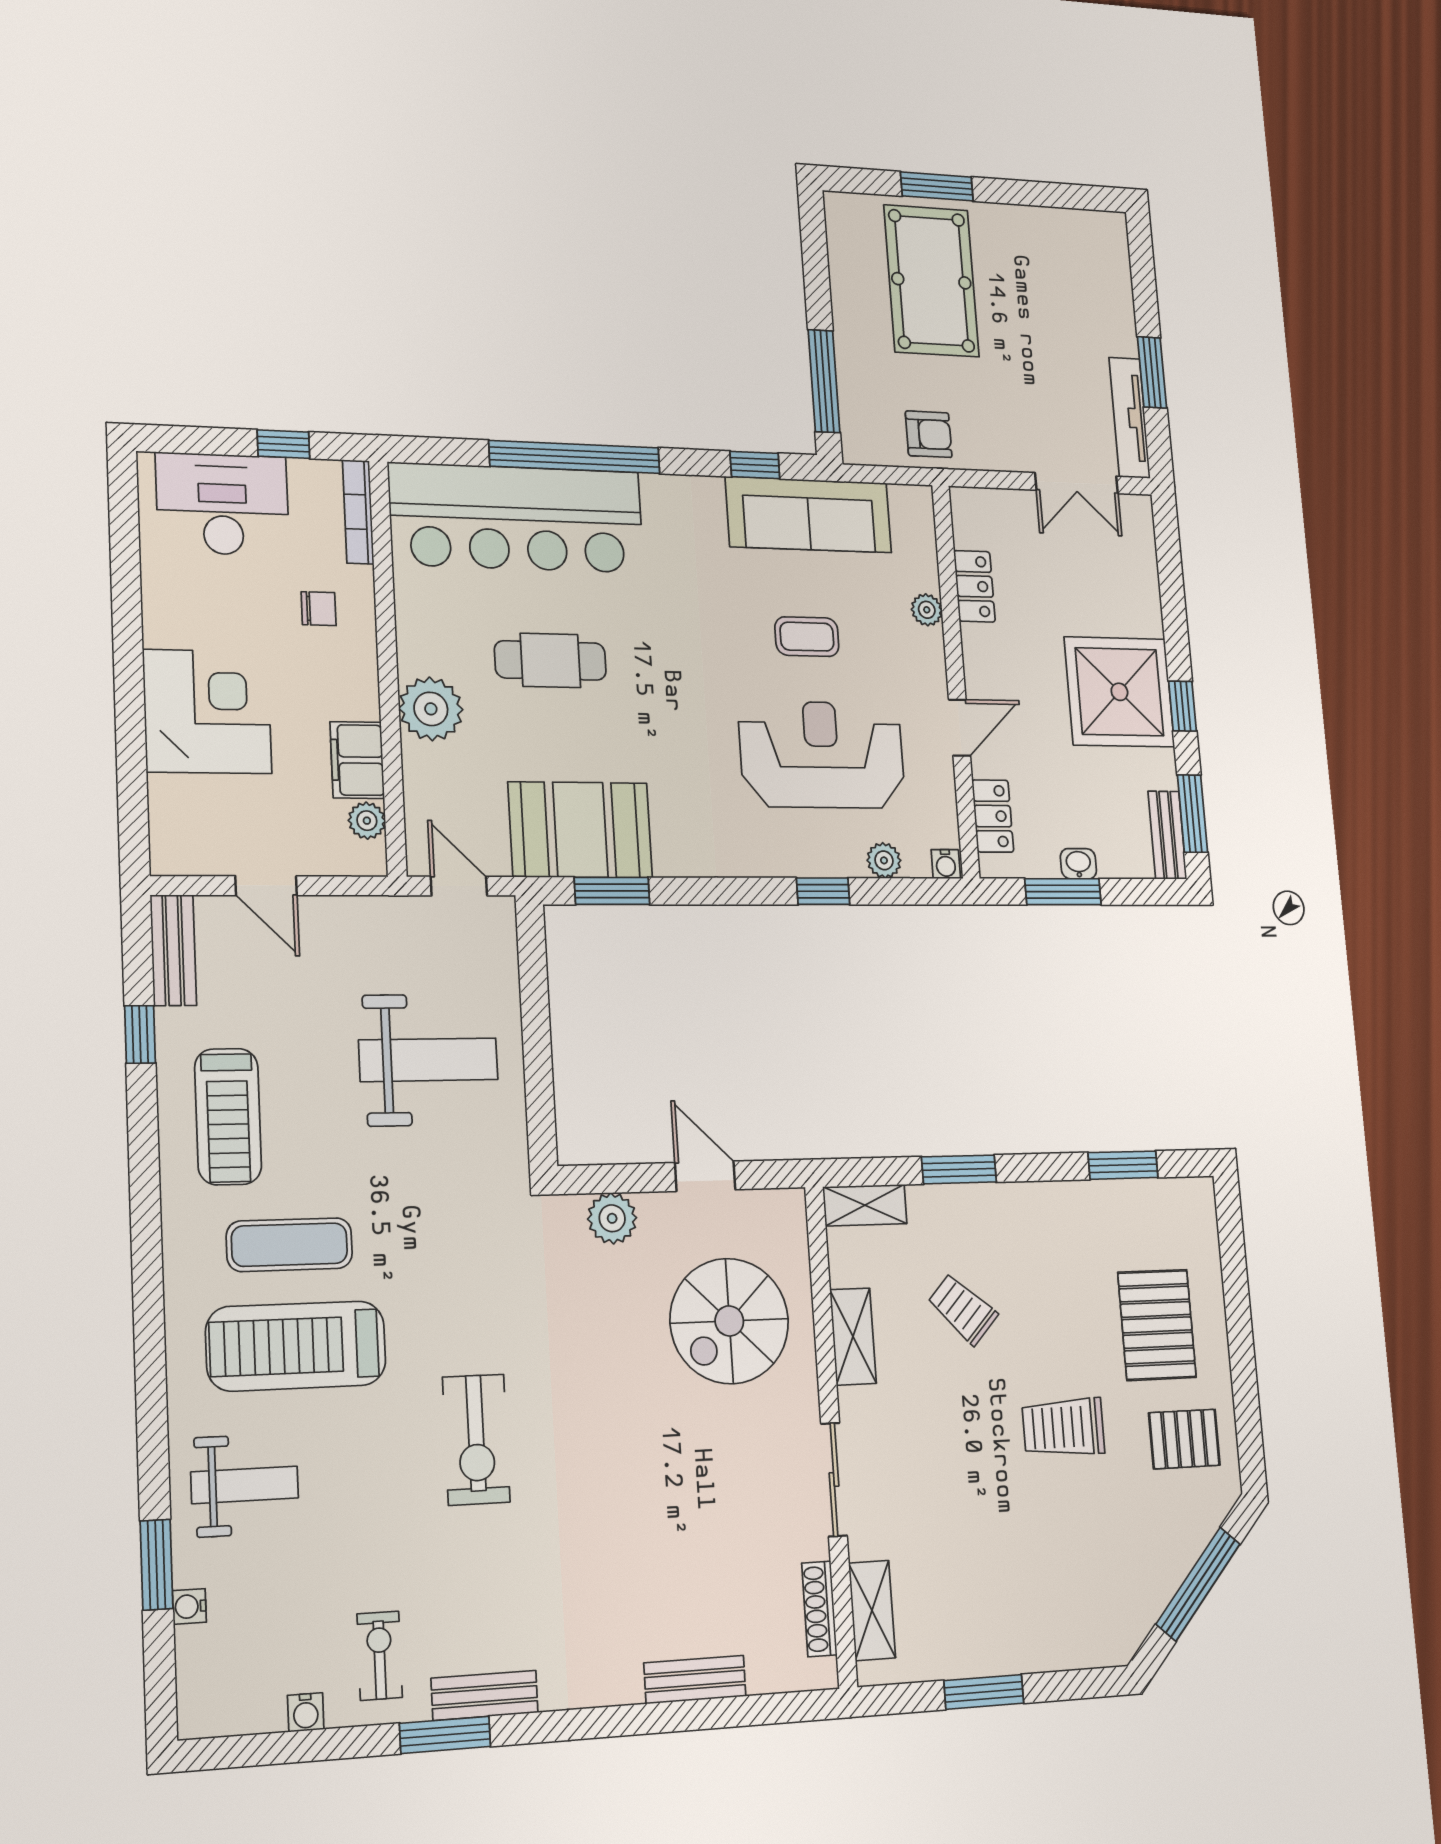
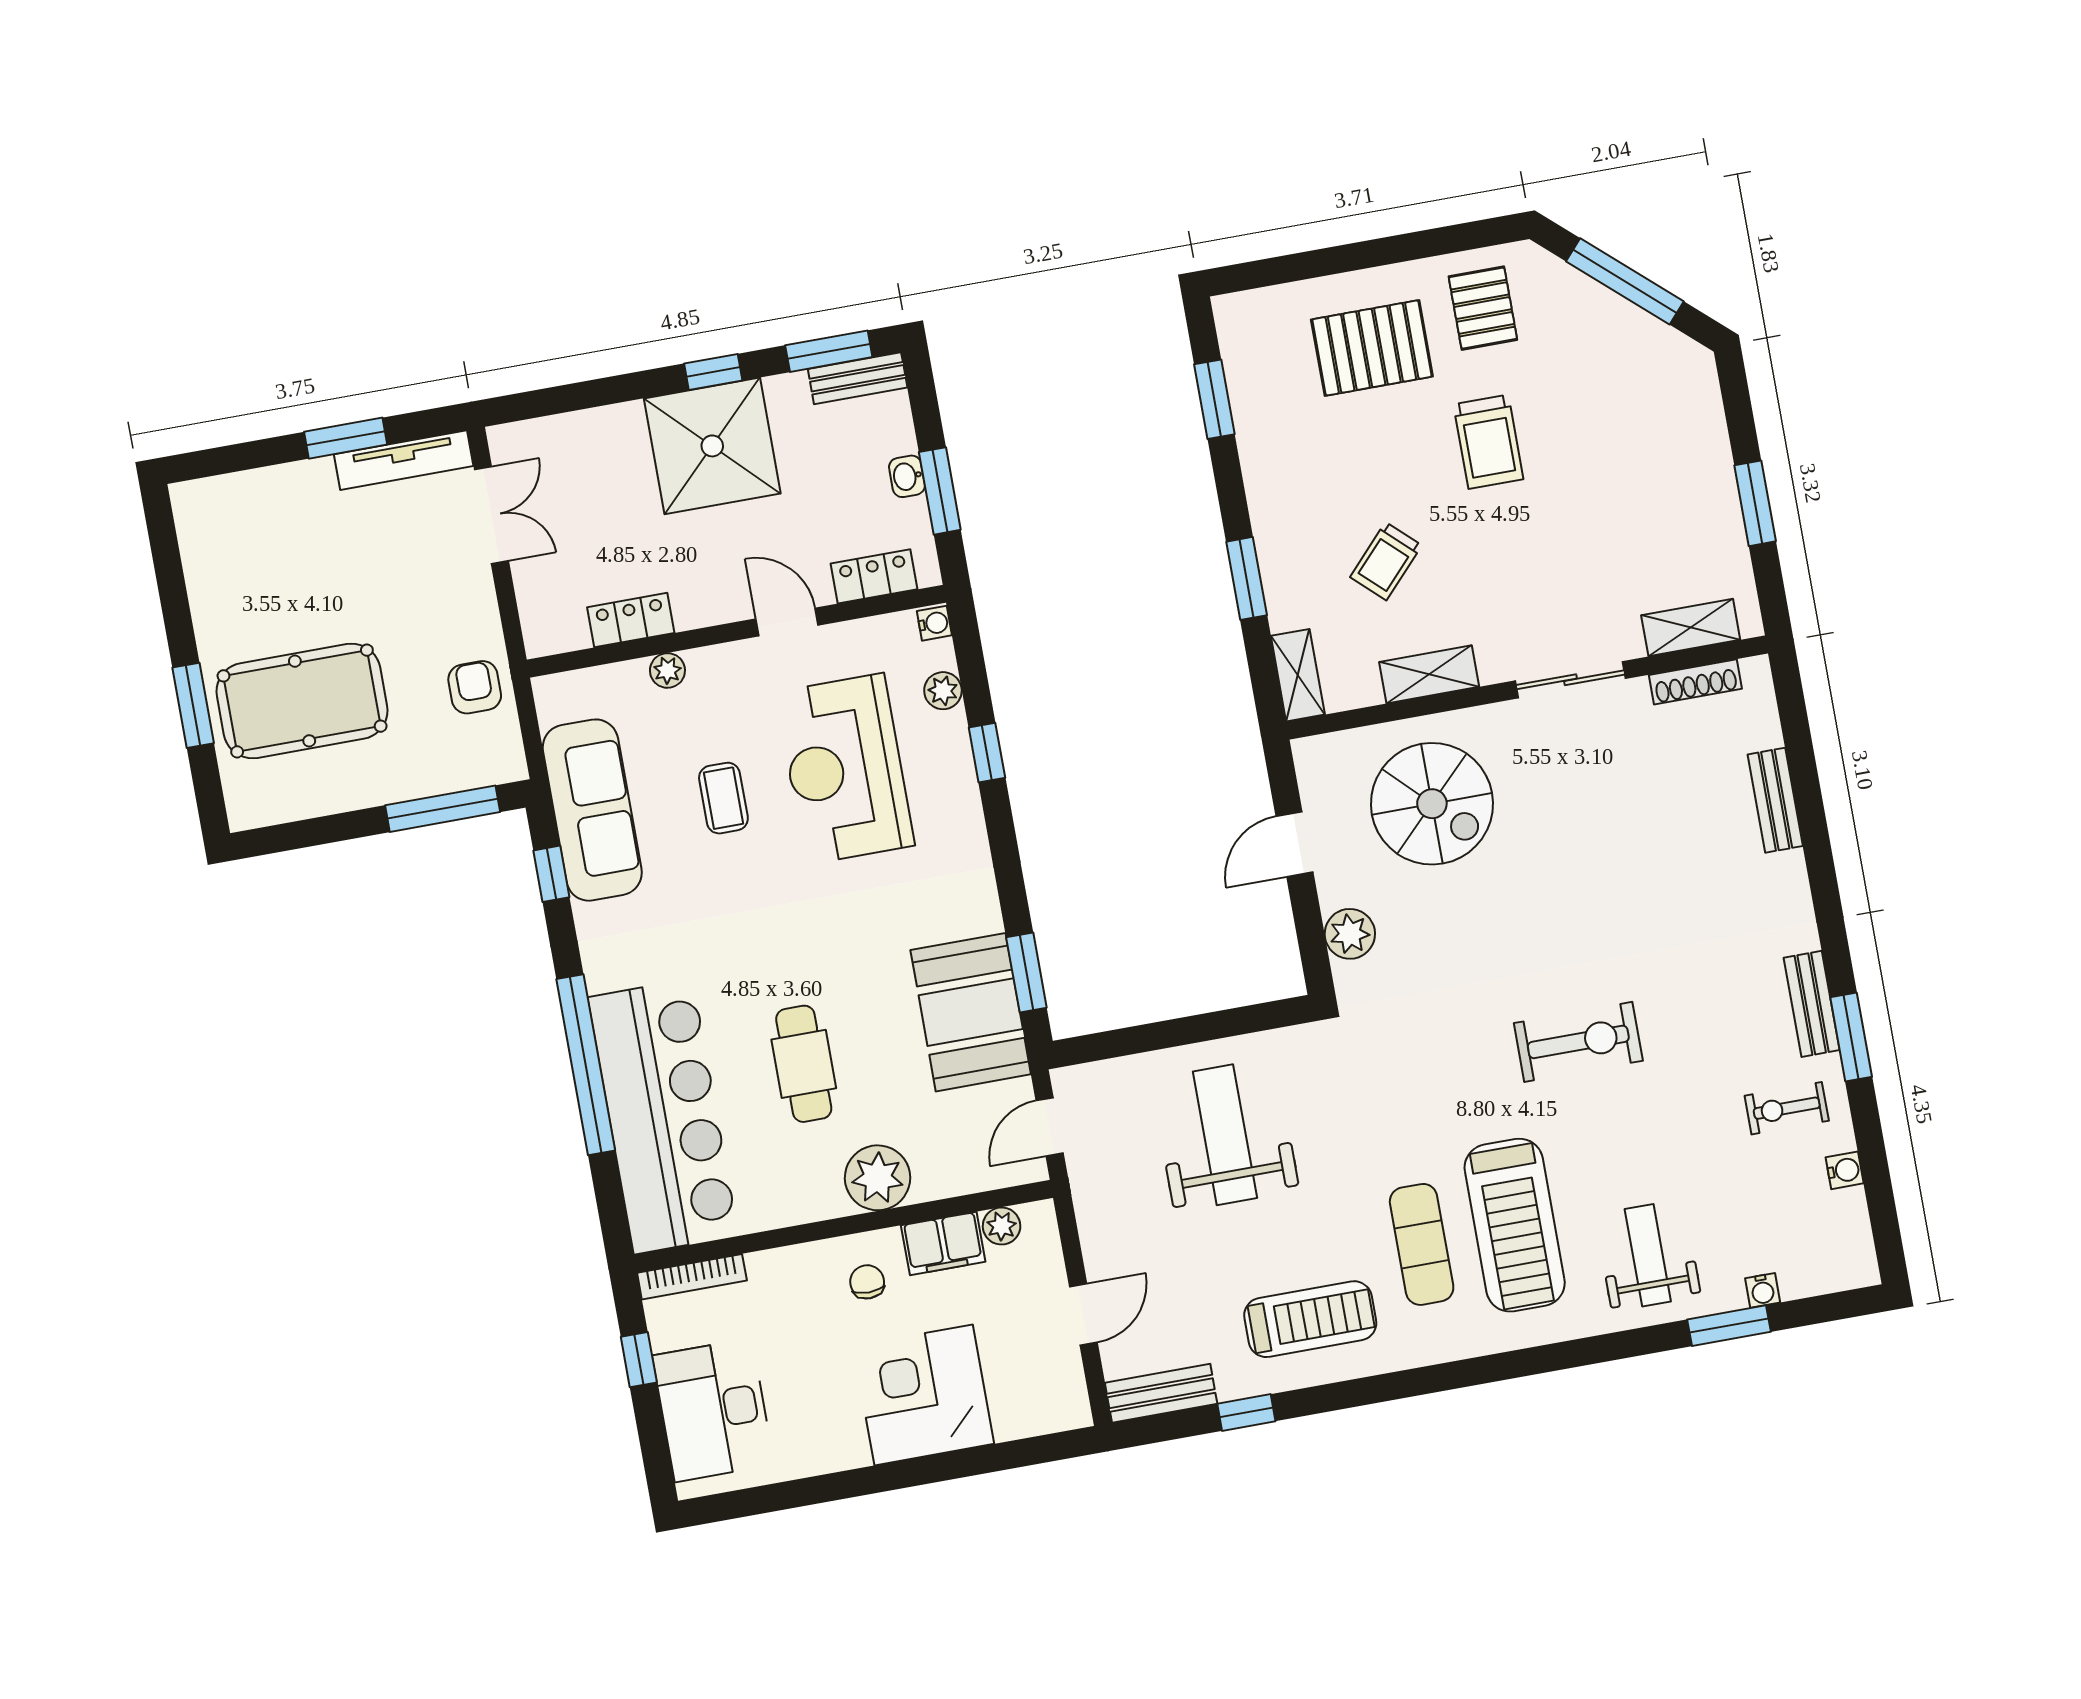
chair: (319, 609) -> (867, 1282), moved

